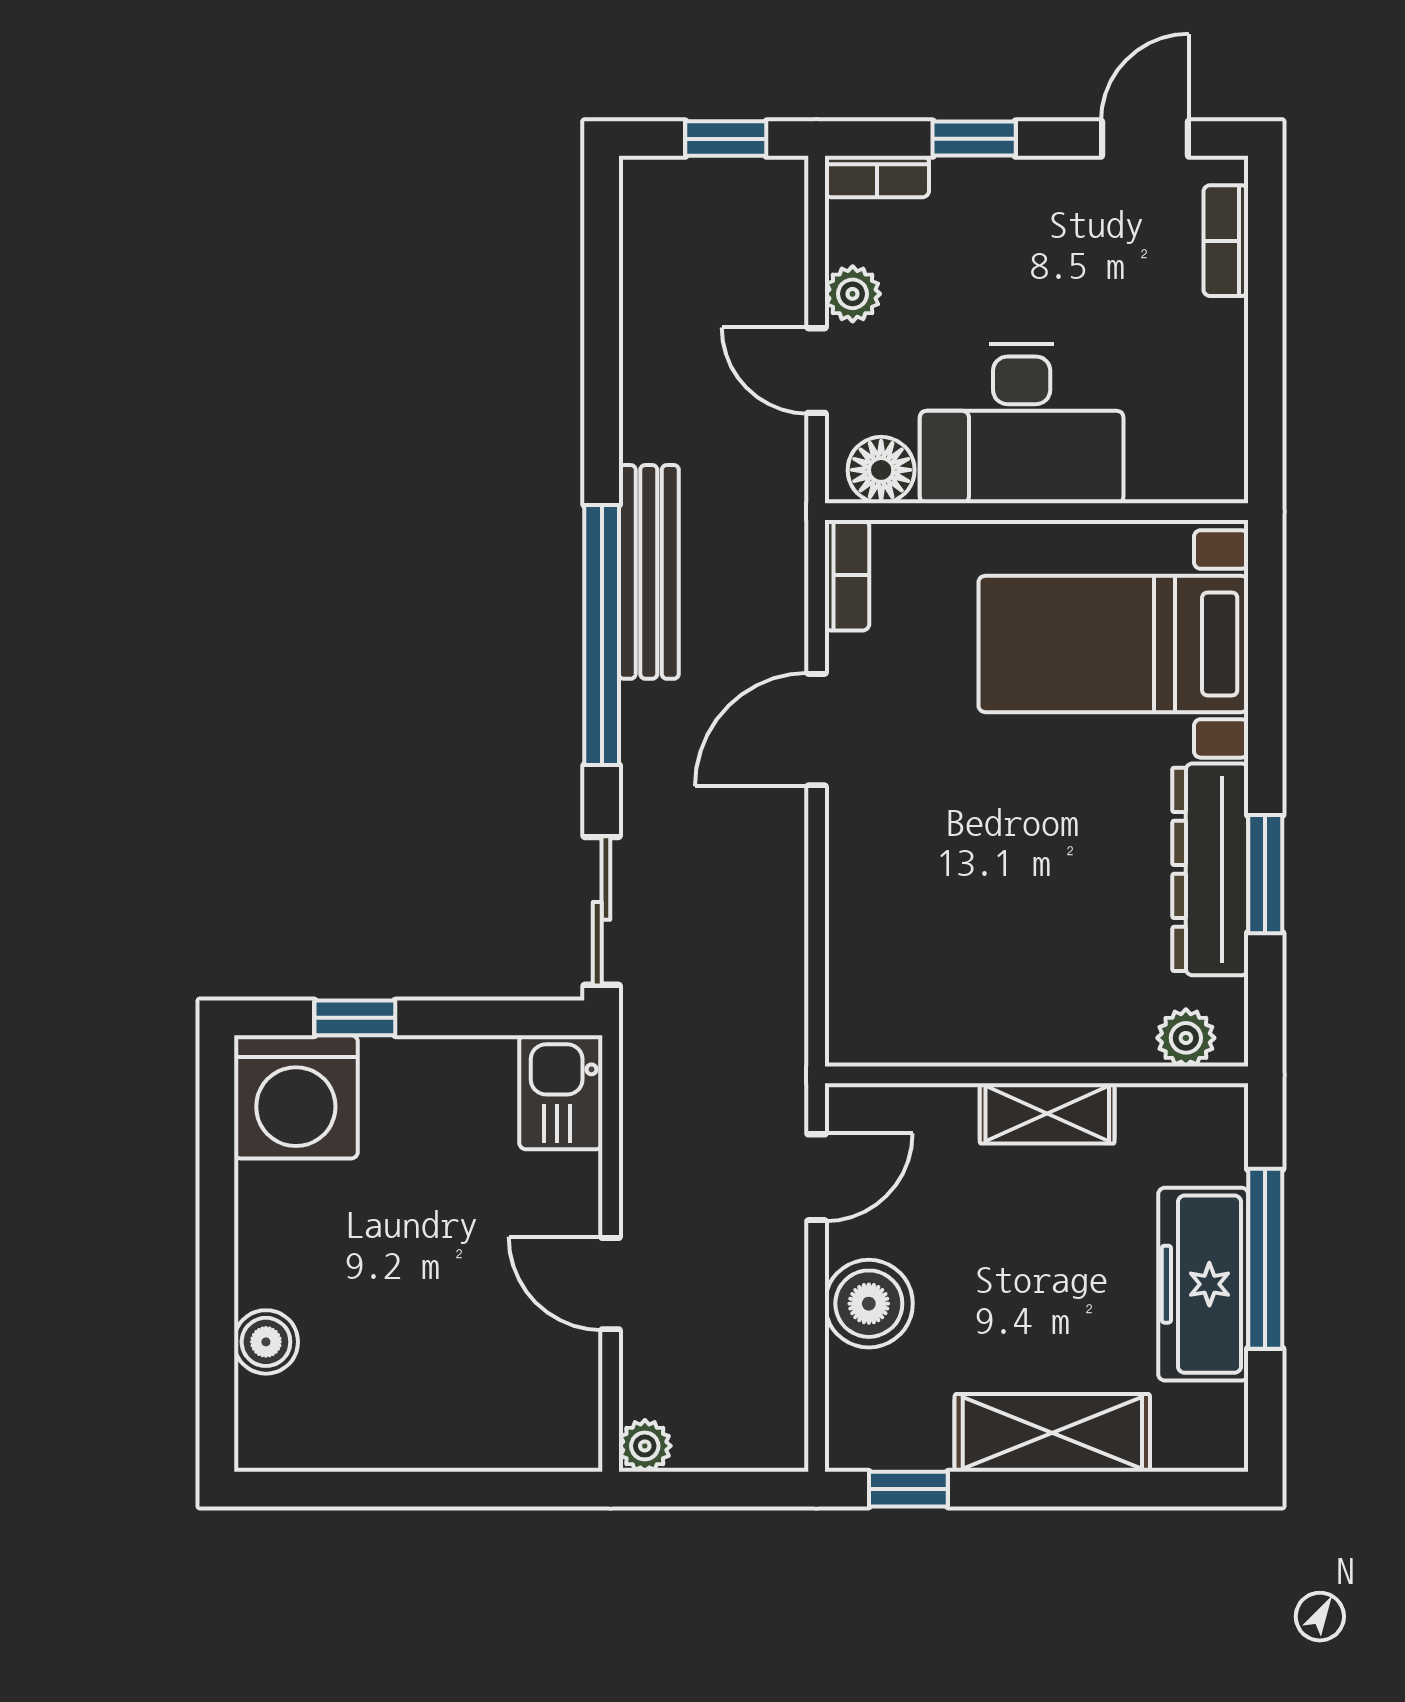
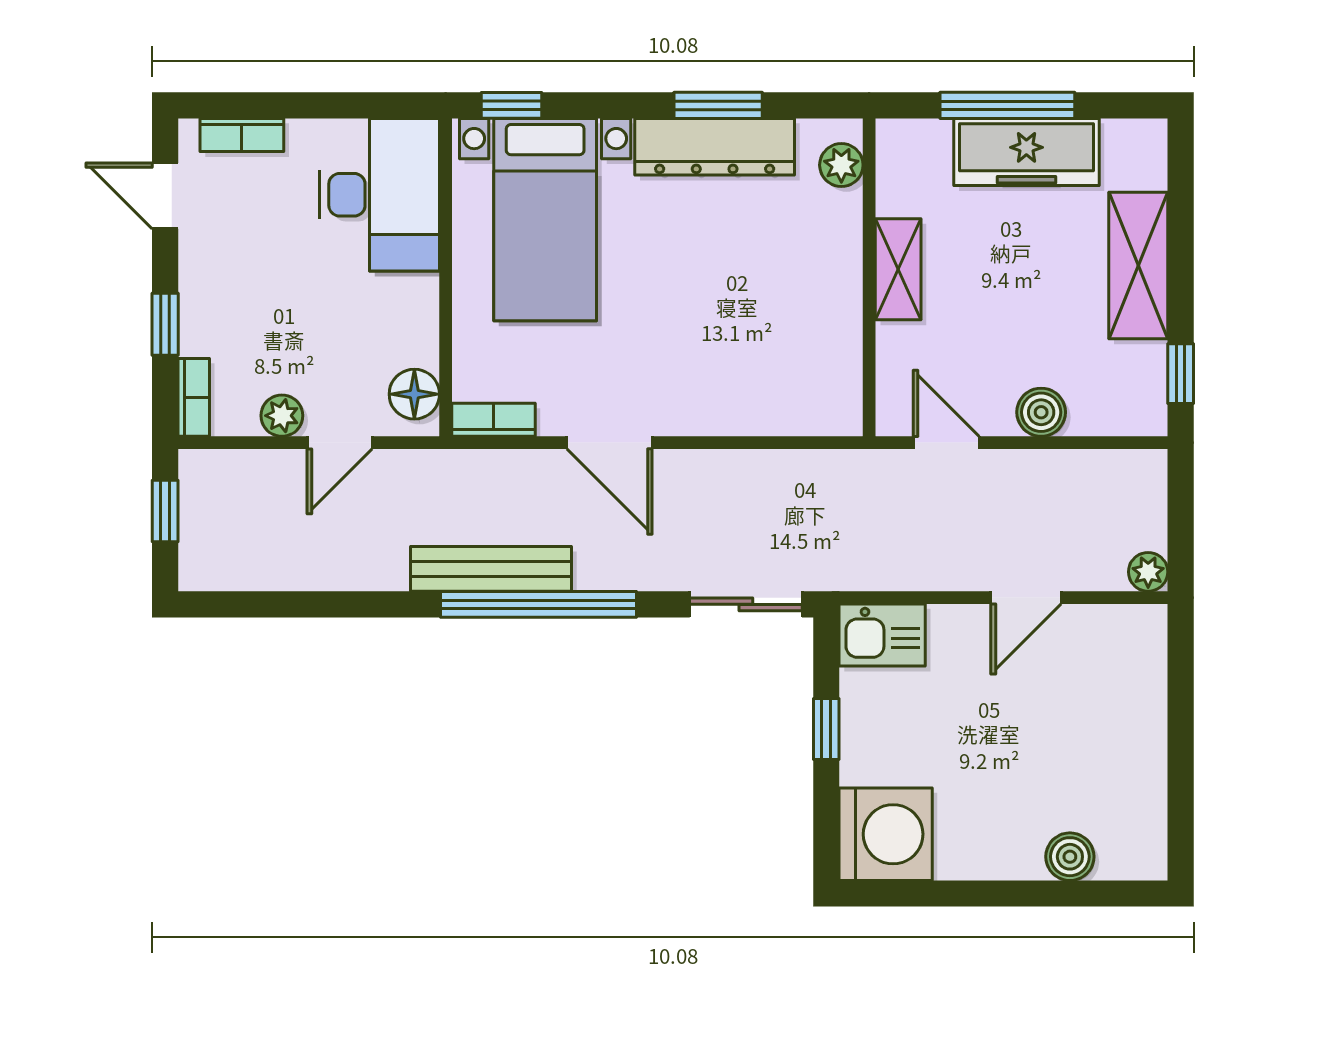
desk: (1022, 423) -> (379, 195), moved
window: (1265, 599) -> (511, 105), added
window: (355, 1018) -> (826, 729), moved
boiler: (869, 1304) -> (1041, 412), width x0.73, depth x0.73

